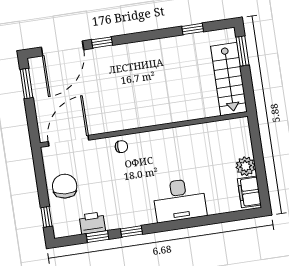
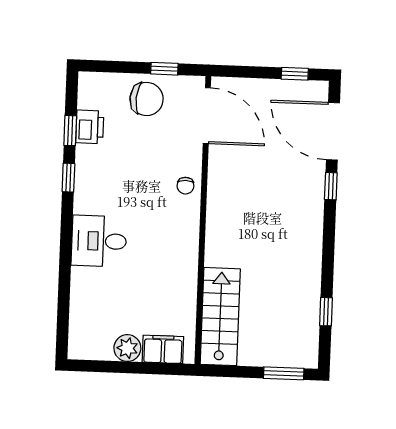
stairs: (229, 79) -> (220, 317), moved, turned 90
window: (26, 84) -> (295, 74), width x0.67
filing cabinet: (249, 192) -> (163, 349), moved
desk: (179, 200) -> (99, 241), width x0.73
window: (46, 217) -> (164, 69), moved

